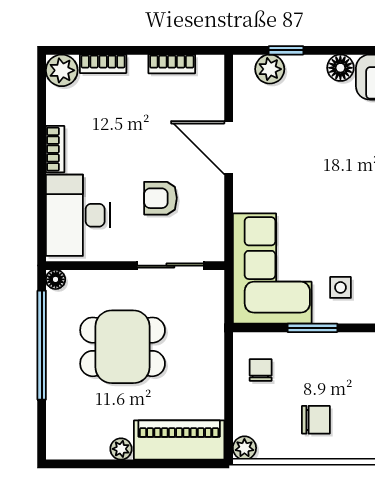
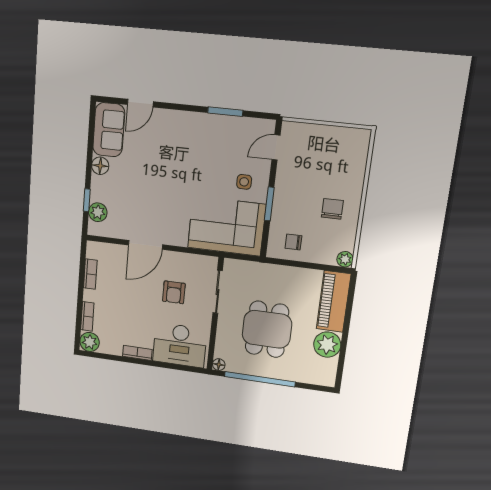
plant: (121, 449) -> (327, 345), width x1.88, depth x1.88

